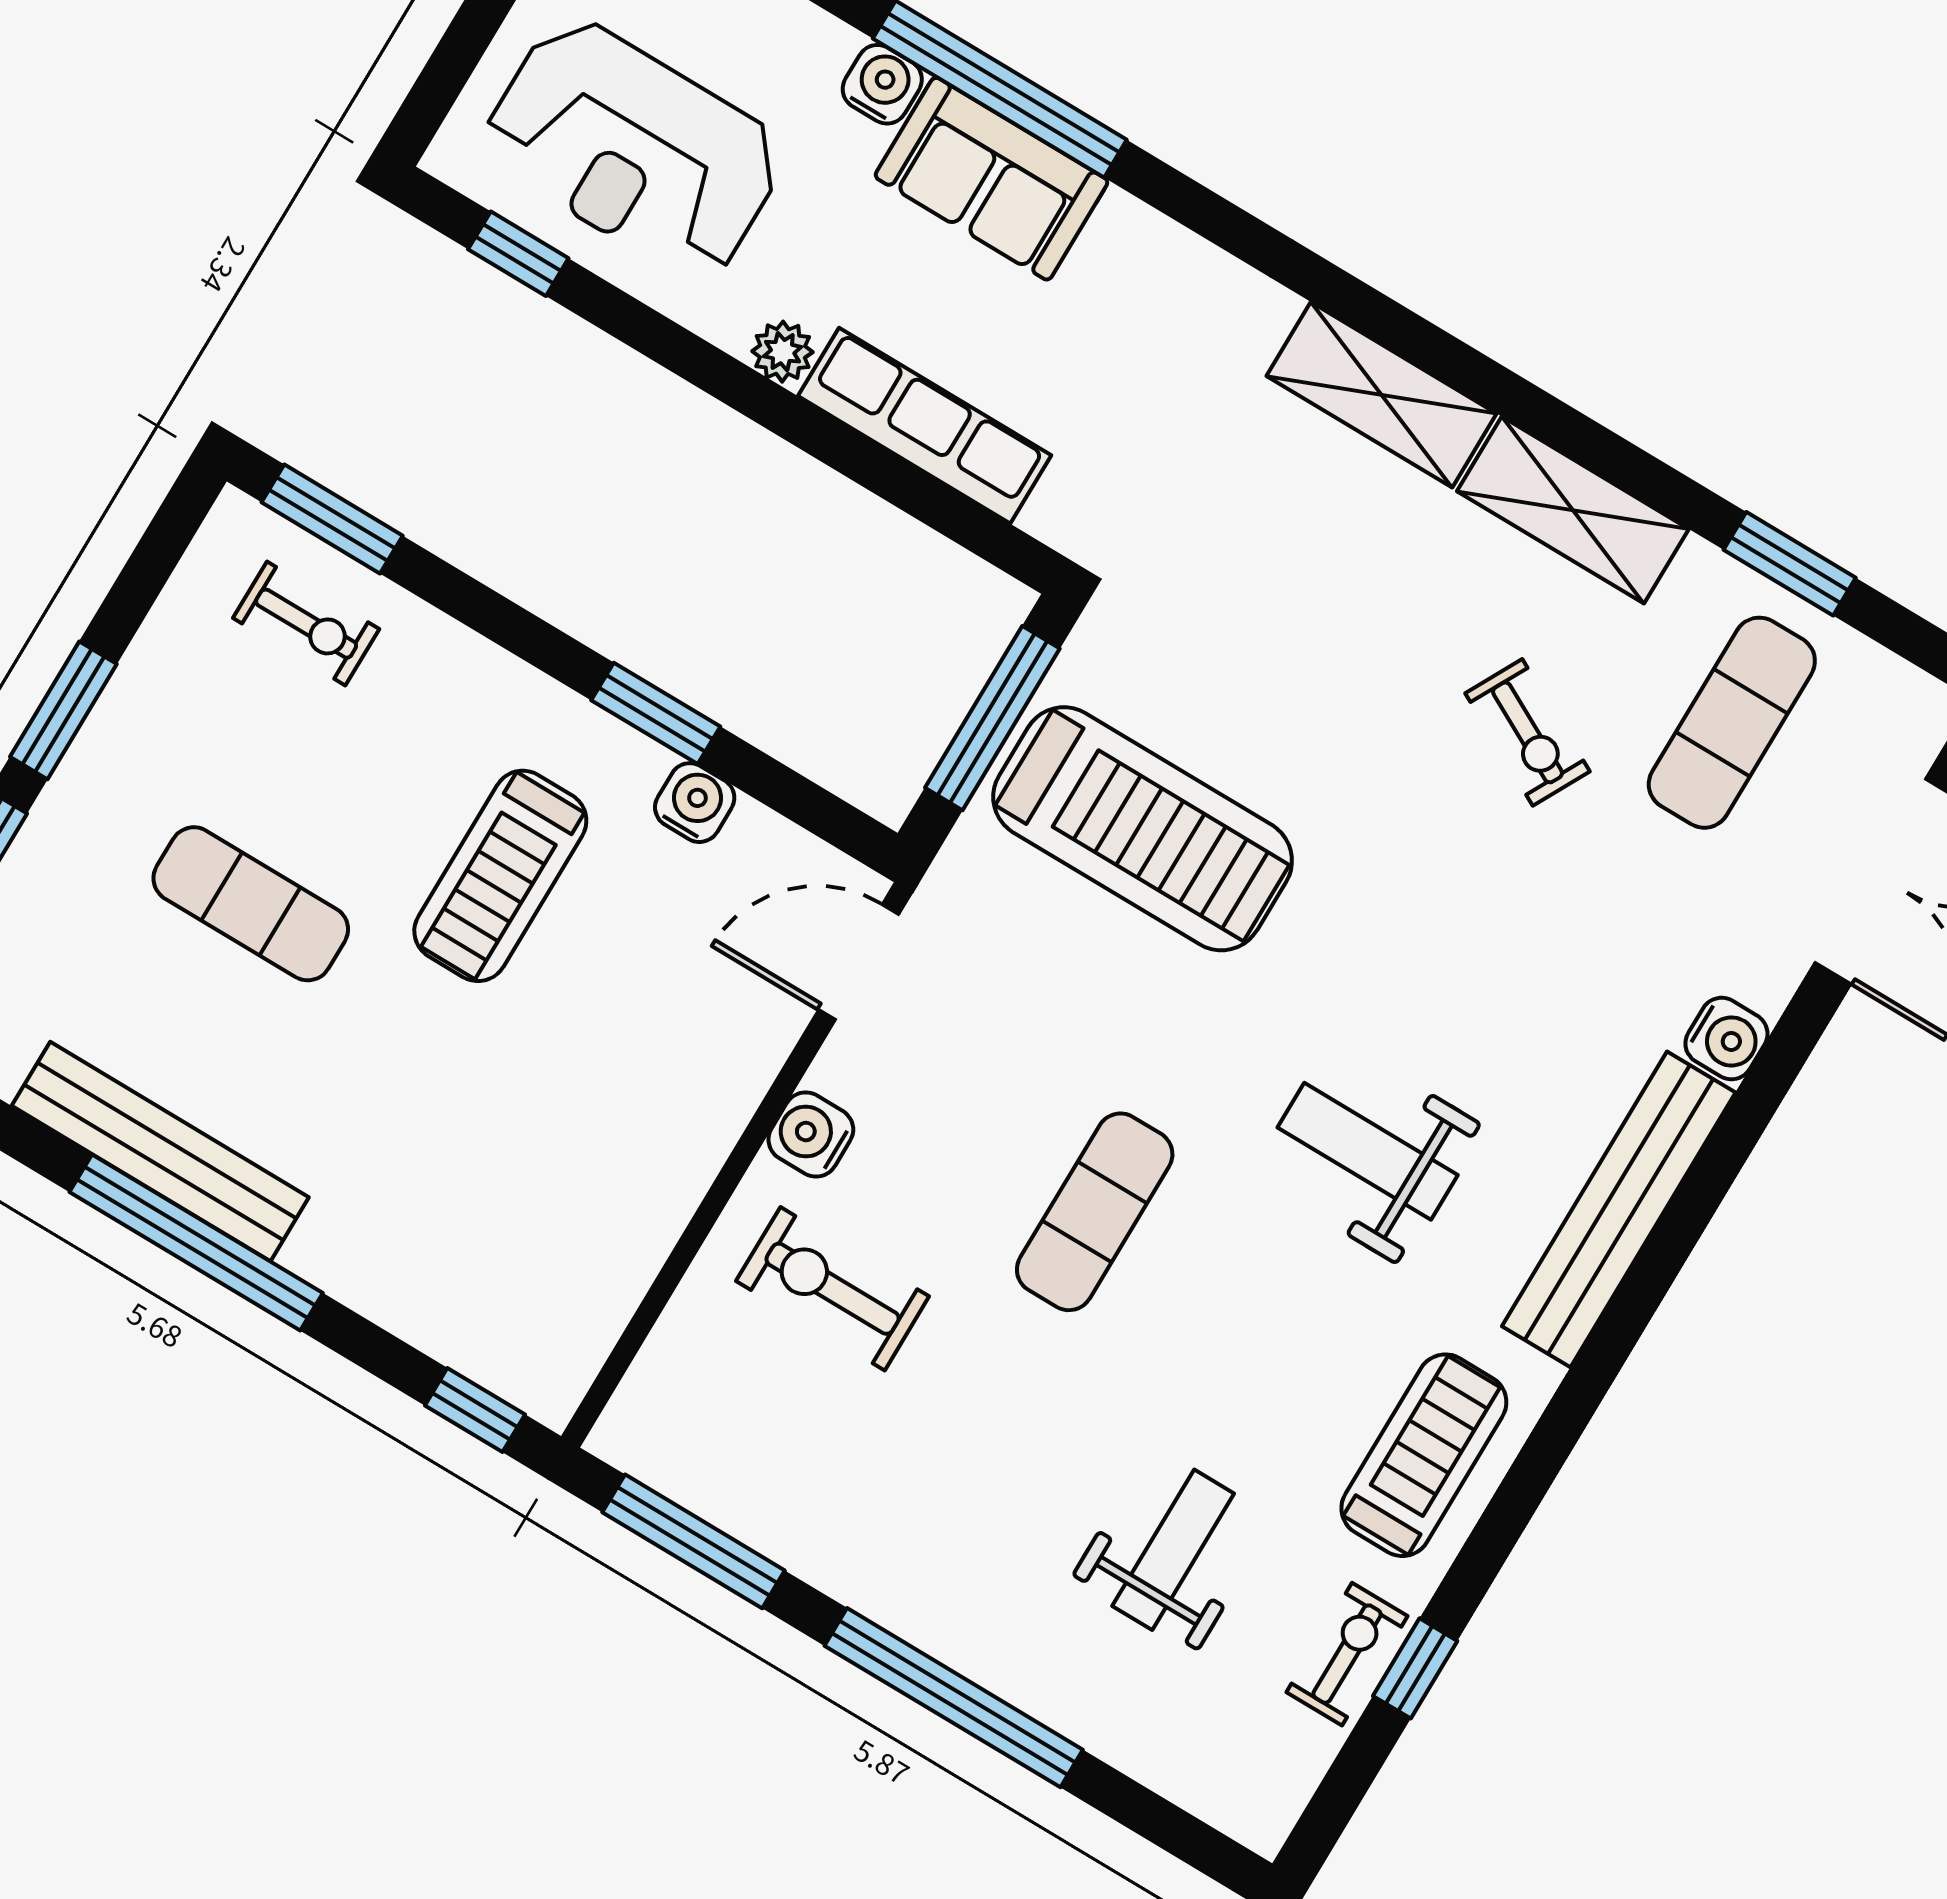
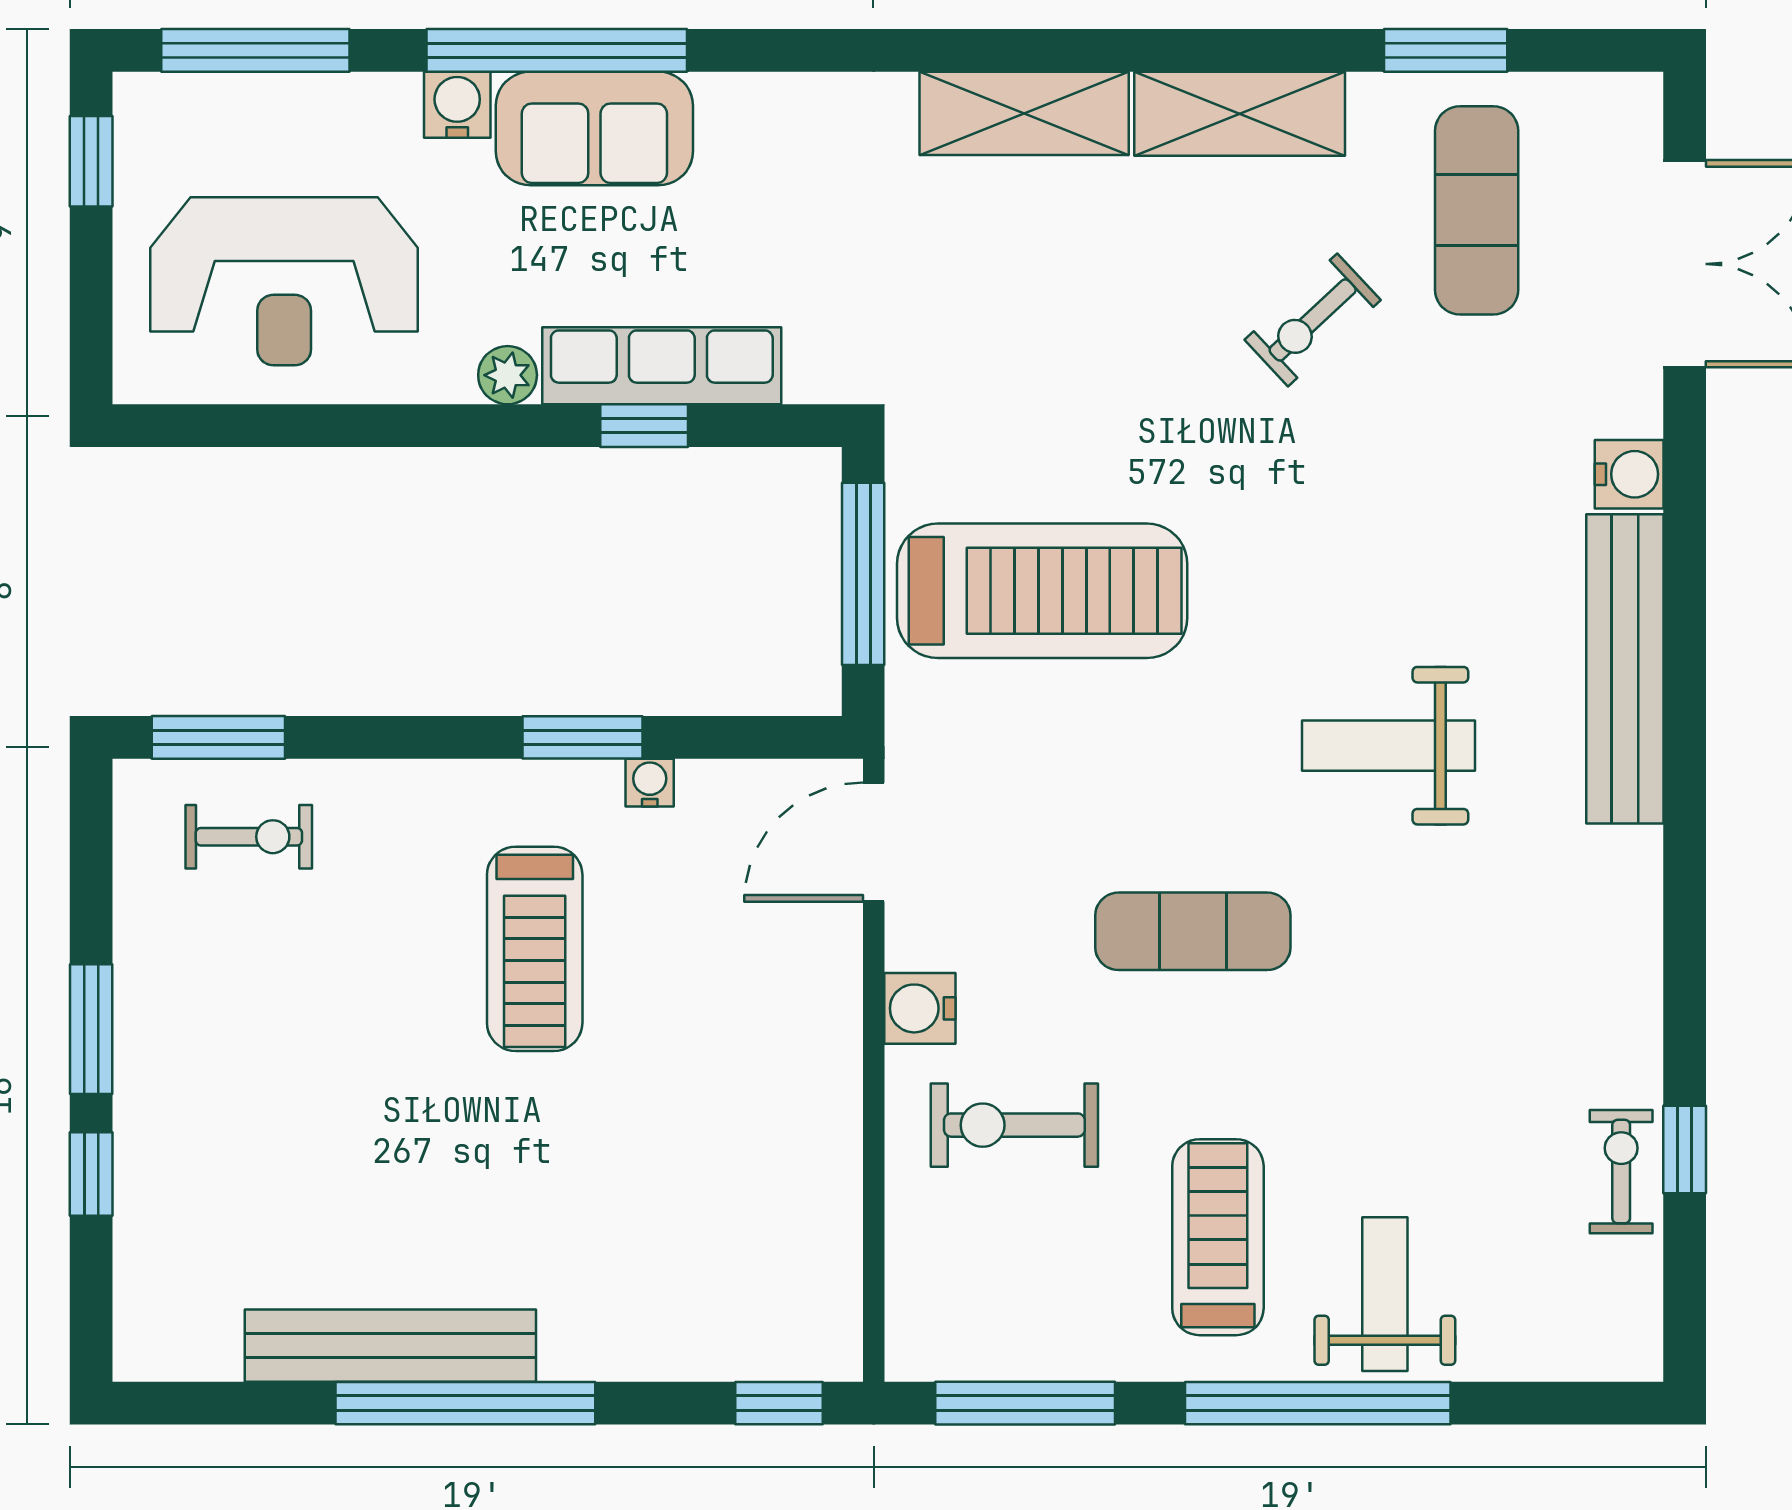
window: (518, 254) -> (644, 426), moved
exercise bike: (1528, 732) -> (1313, 320), turned 109
water cooler: (695, 803) -> (650, 783), width x0.72, depth x0.72
exercise mat: (251, 904) -> (342, 1096), removed
exercise mat: (1095, 1212) -> (1193, 931), turned 90
treadmill: (1424, 1455) -> (1218, 1237), moved
weight bench: (1173, 1550) -> (1385, 1294), moved

